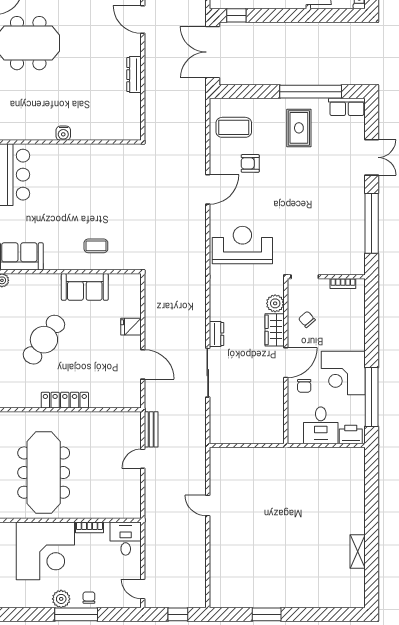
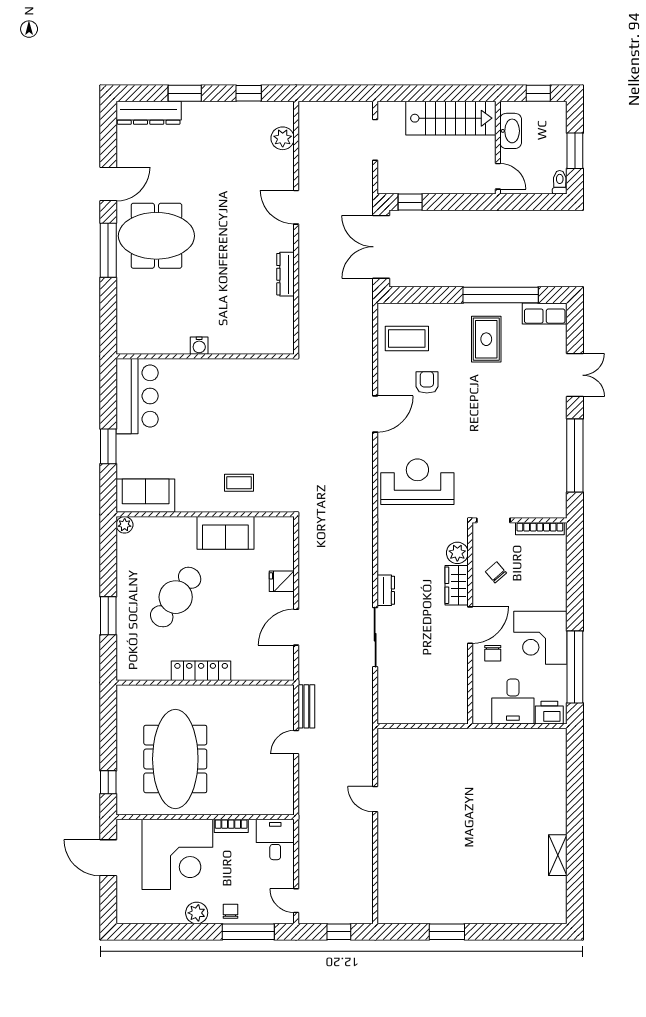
armchair: (250, 163) -> (427, 382), turned 90
bookcase: (343, 283) -> (540, 529), width x1.56
door: (143, 364) -> (296, 627), swing flipped
window: (76, 614) -> (248, 932), moved

